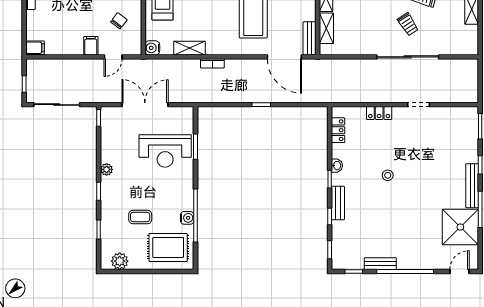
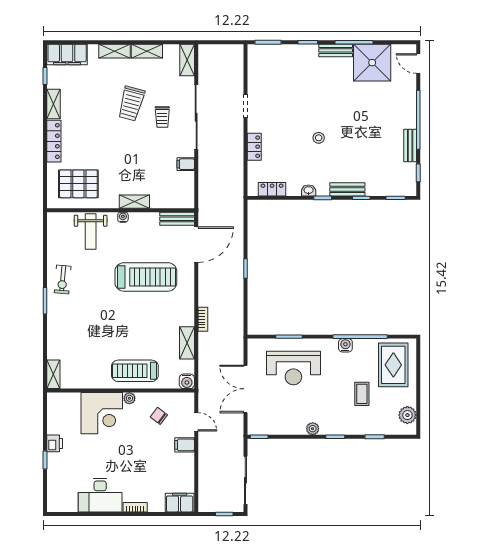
trolley: (408, 24) -> (162, 117), turned 123
shelving: (326, 28) -> (187, 60), moved, turned 90
filing cabinet: (362, 47) -> (186, 164), added
filing cabinet: (35, 48) -> (180, 503), width x2.00
reception desk: (165, 151) -> (293, 368), turned 90
bench: (472, 186) -> (336, 50), width x0.73
water cooler: (187, 218) -> (345, 345), moved

